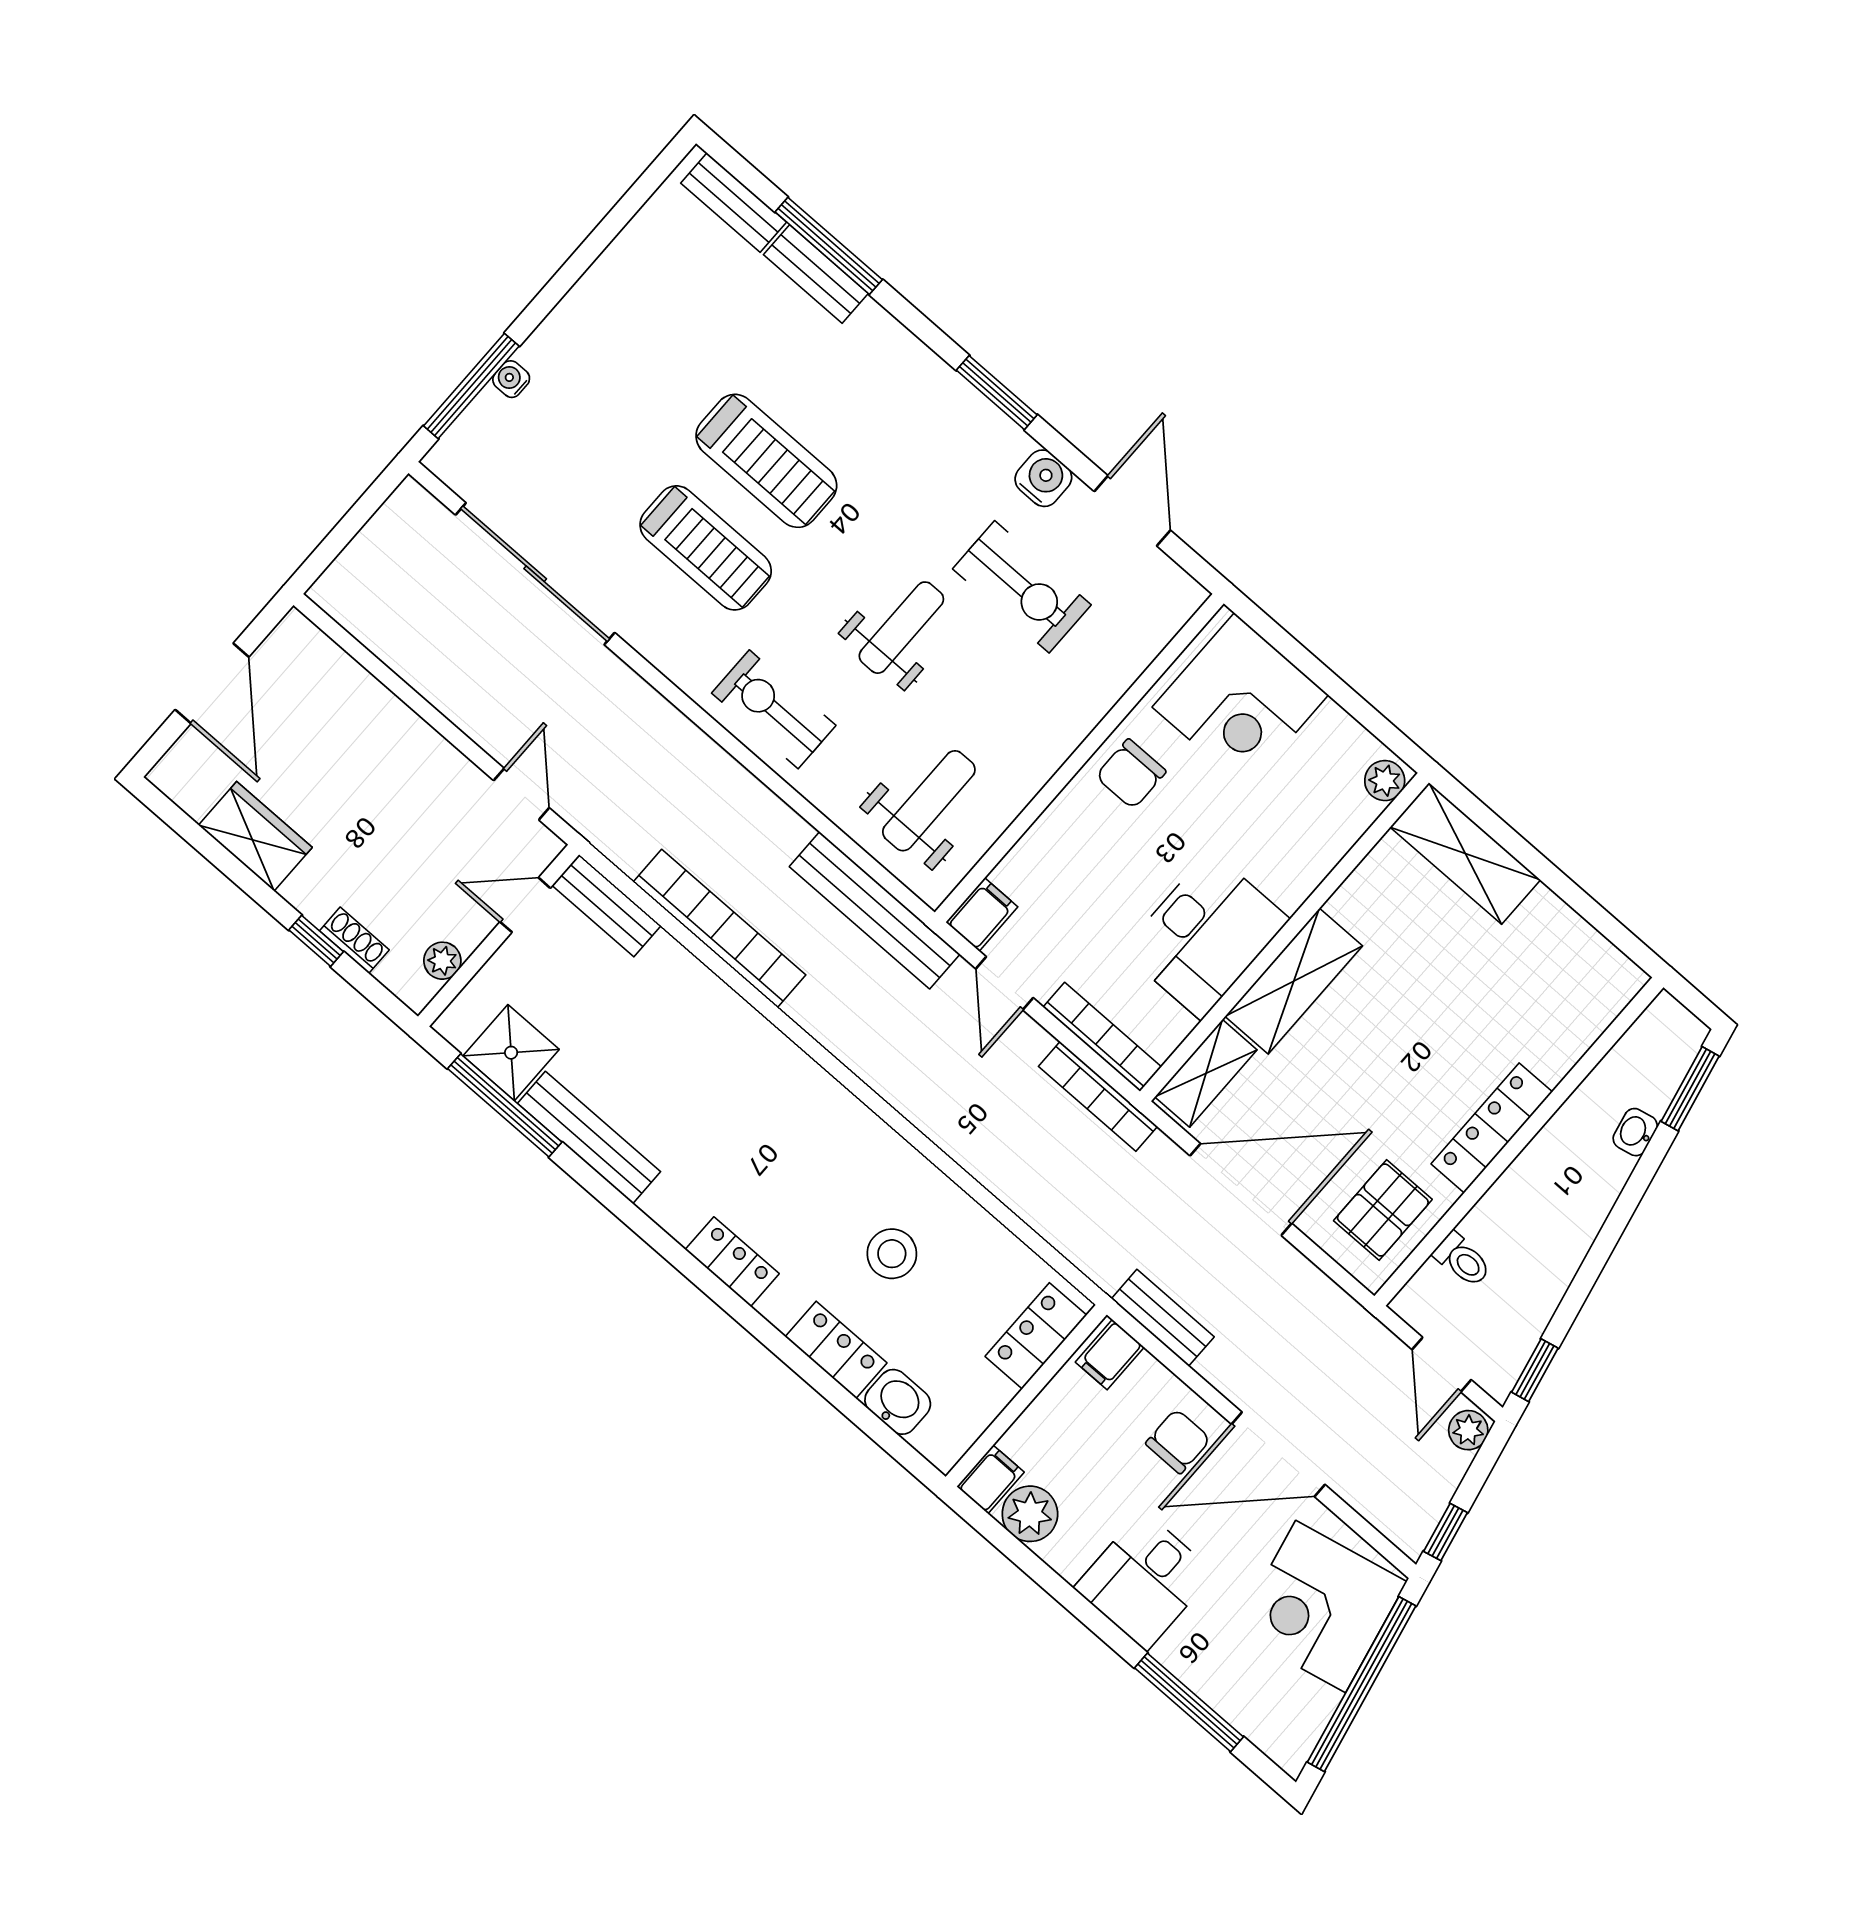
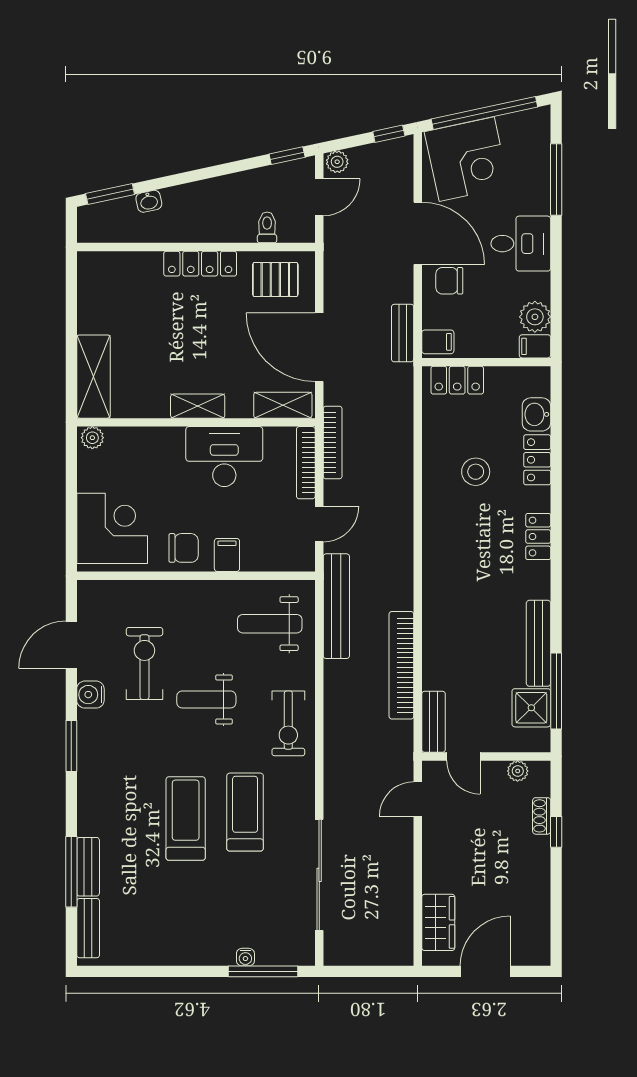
wardrobe: (255, 836) -> (438, 922), moved, turned 180
filing cabinet: (982, 914) -> (227, 555), moved, turned 90
shelving: (1294, 981) -> (198, 406), width x0.67, depth x0.75

